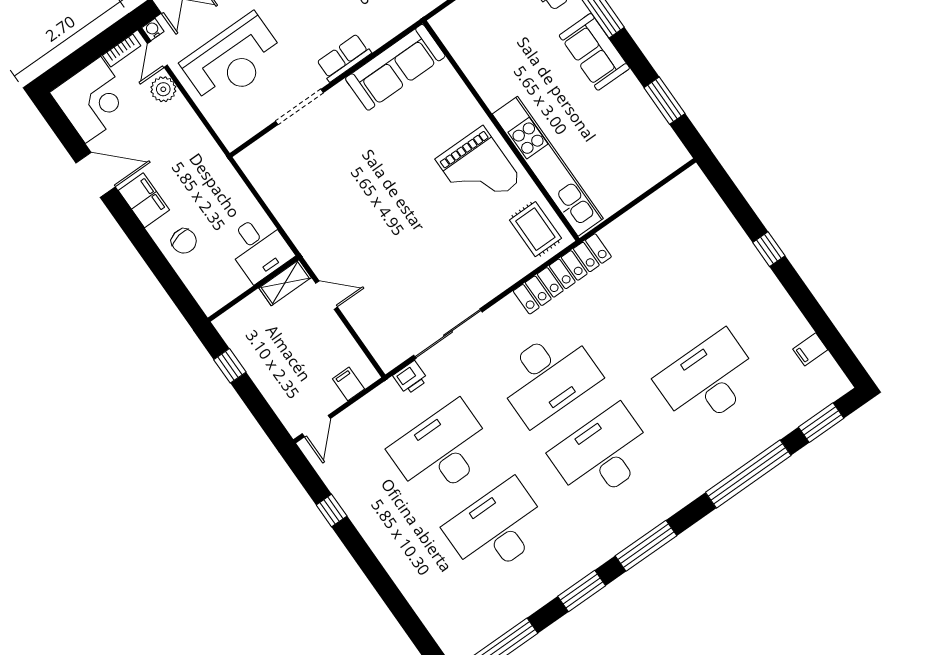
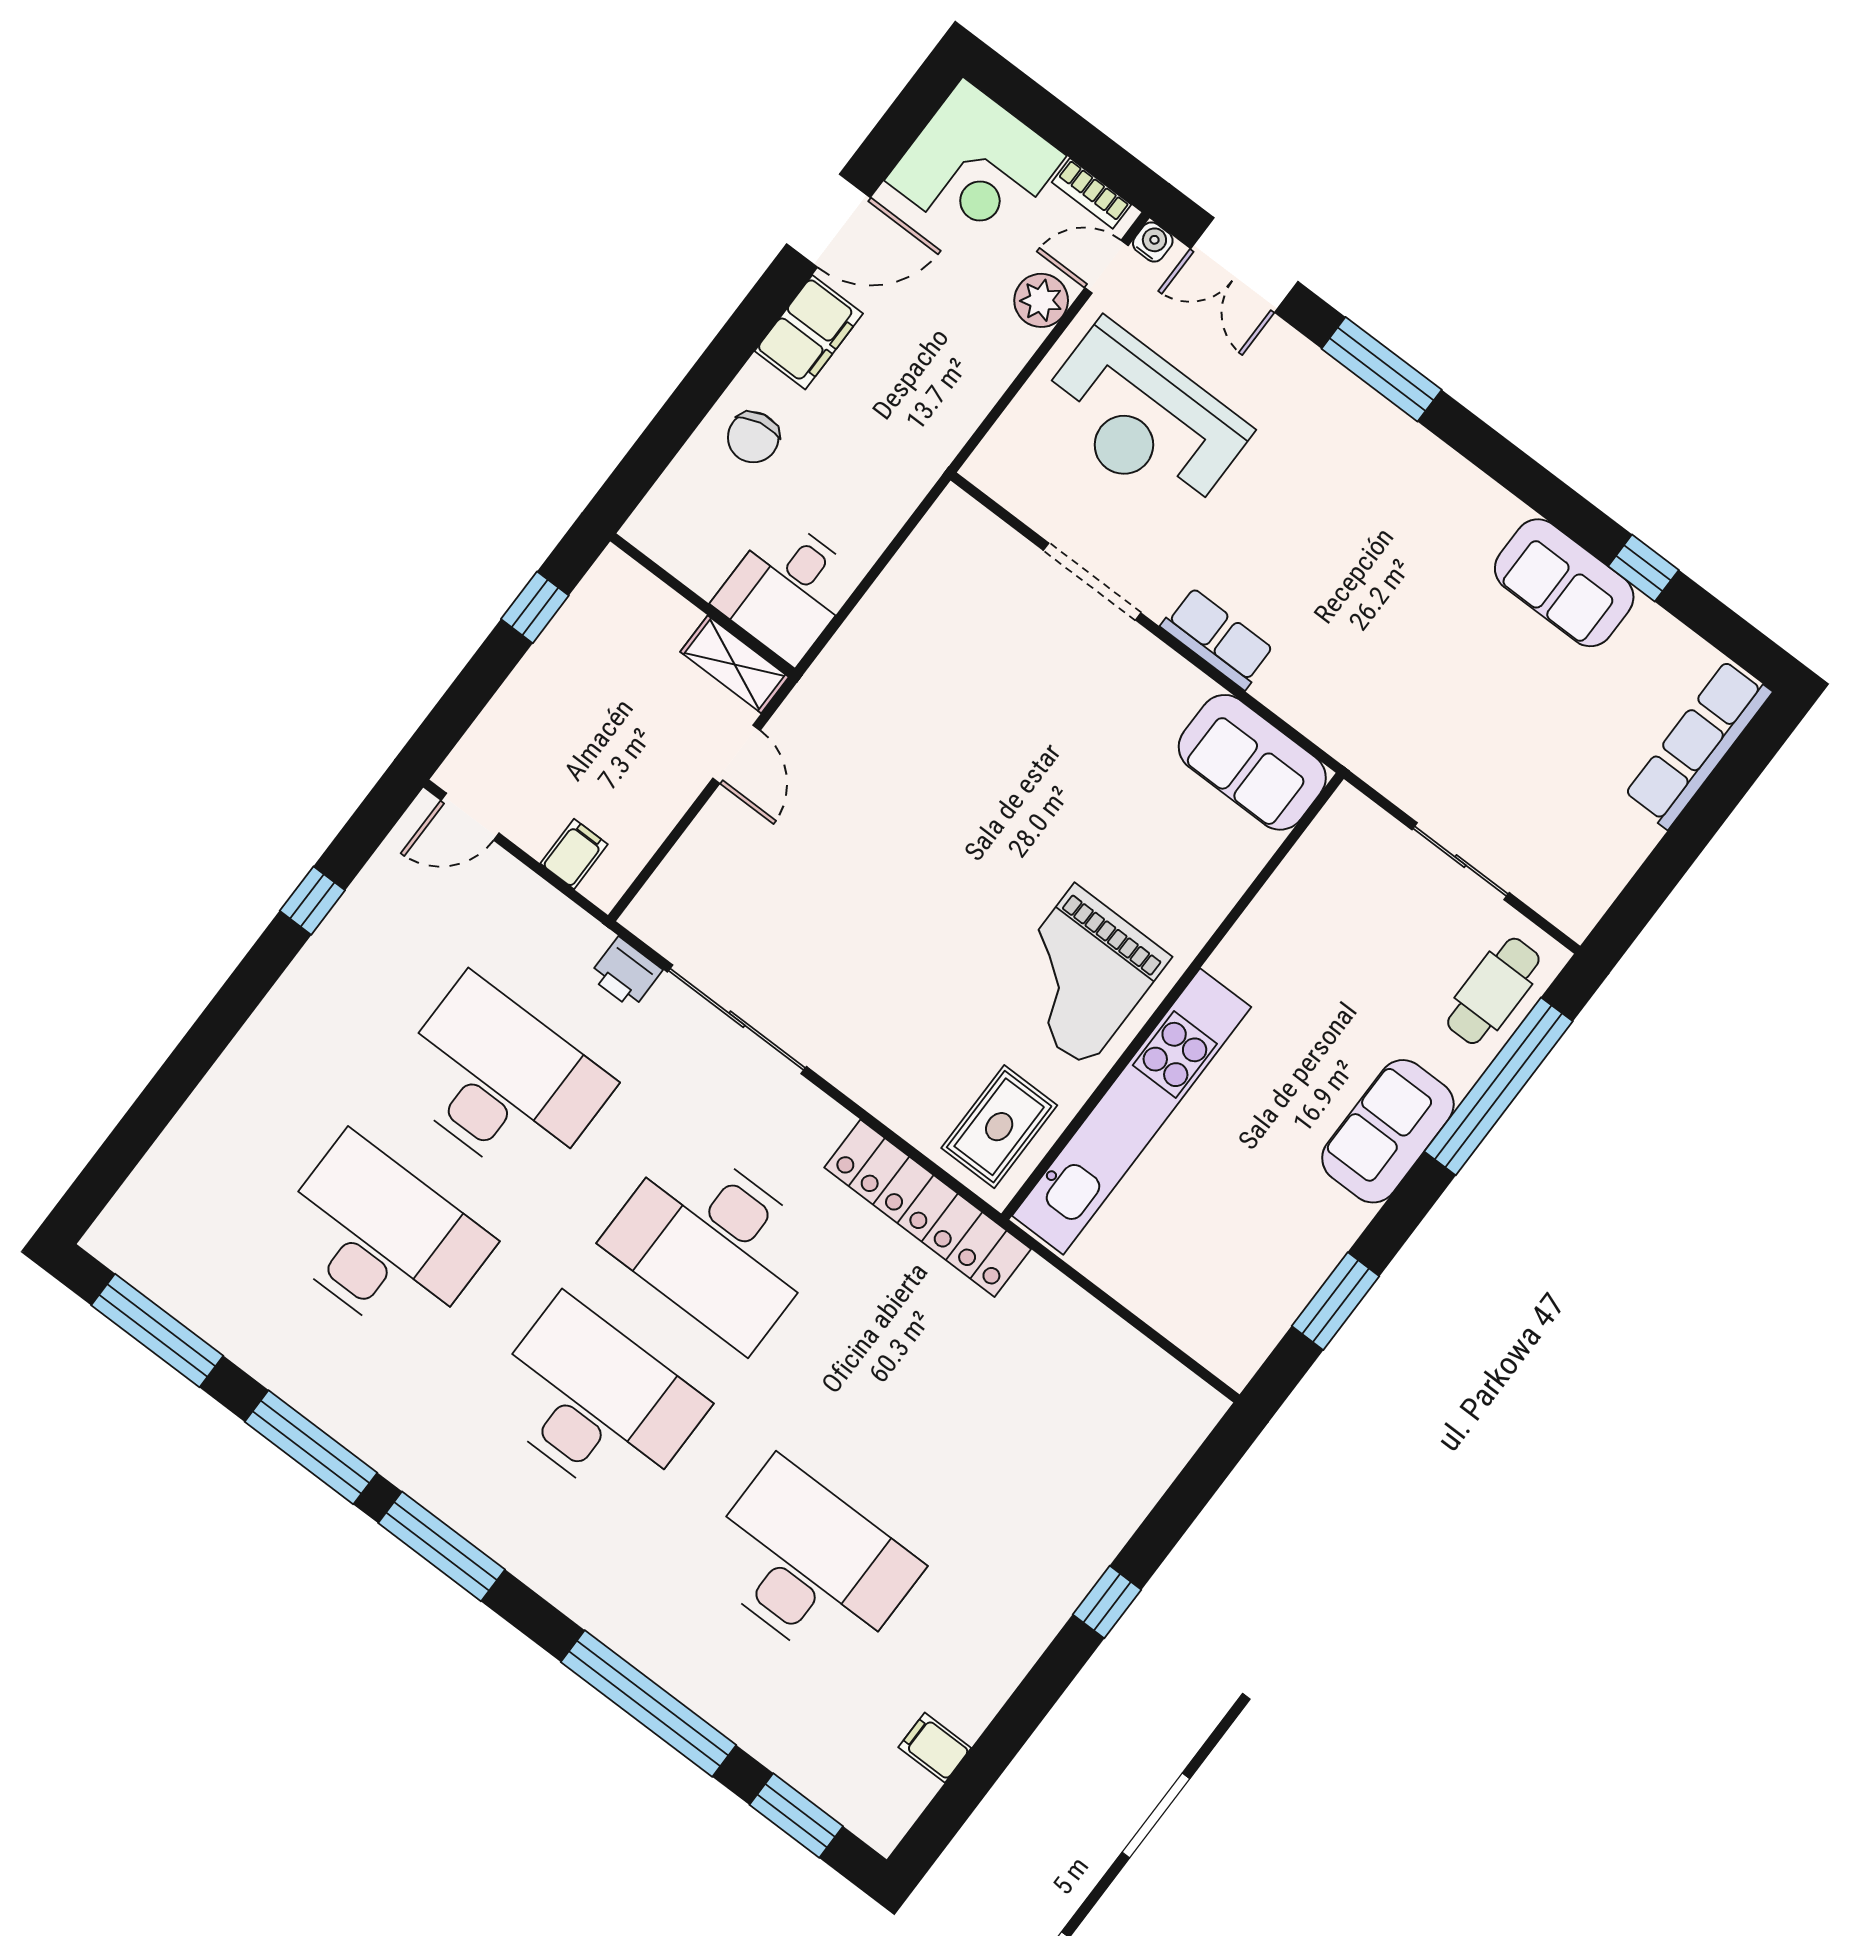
sofa: (395, 67) -> (1252, 762), width x0.73
door: (96, 175) -> (828, 221), hinge flipped
window: (582, 591) -> (311, 1447), width x1.44

